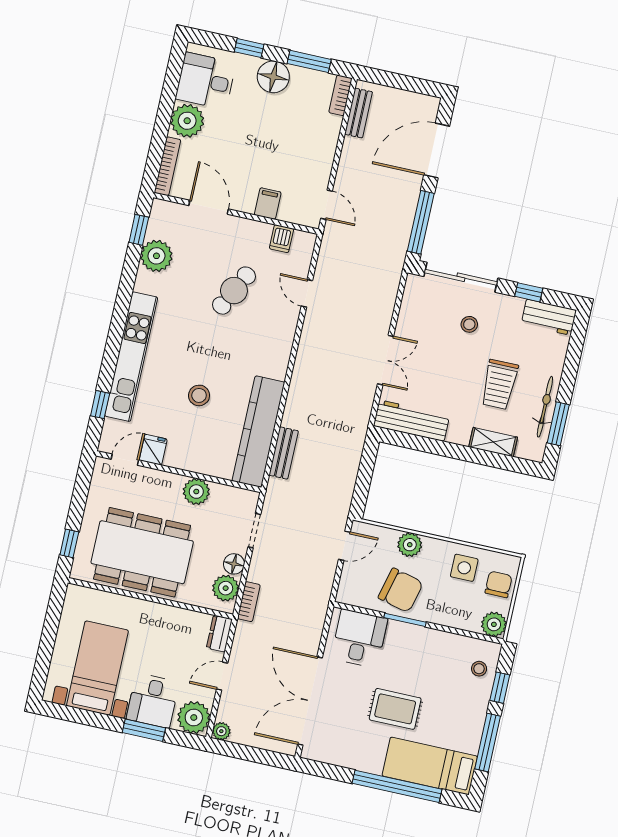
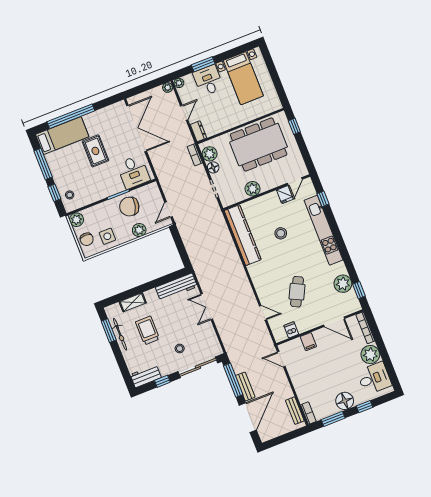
bench: (284, 453) -> (245, 386), moved
rug: (395, 709) -> (95, 151), turned 90
plant: (194, 717) -> (179, 83), width x0.53, depth x0.53

